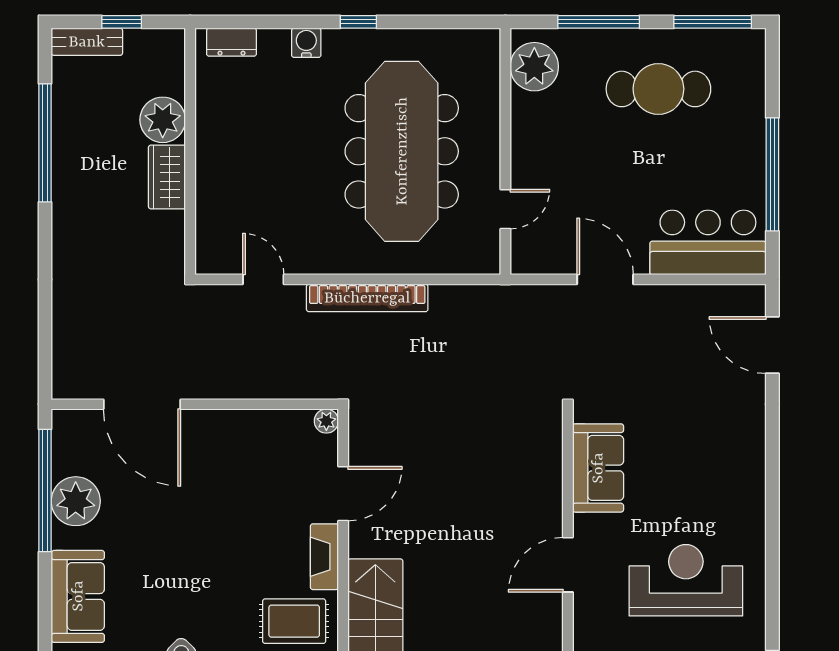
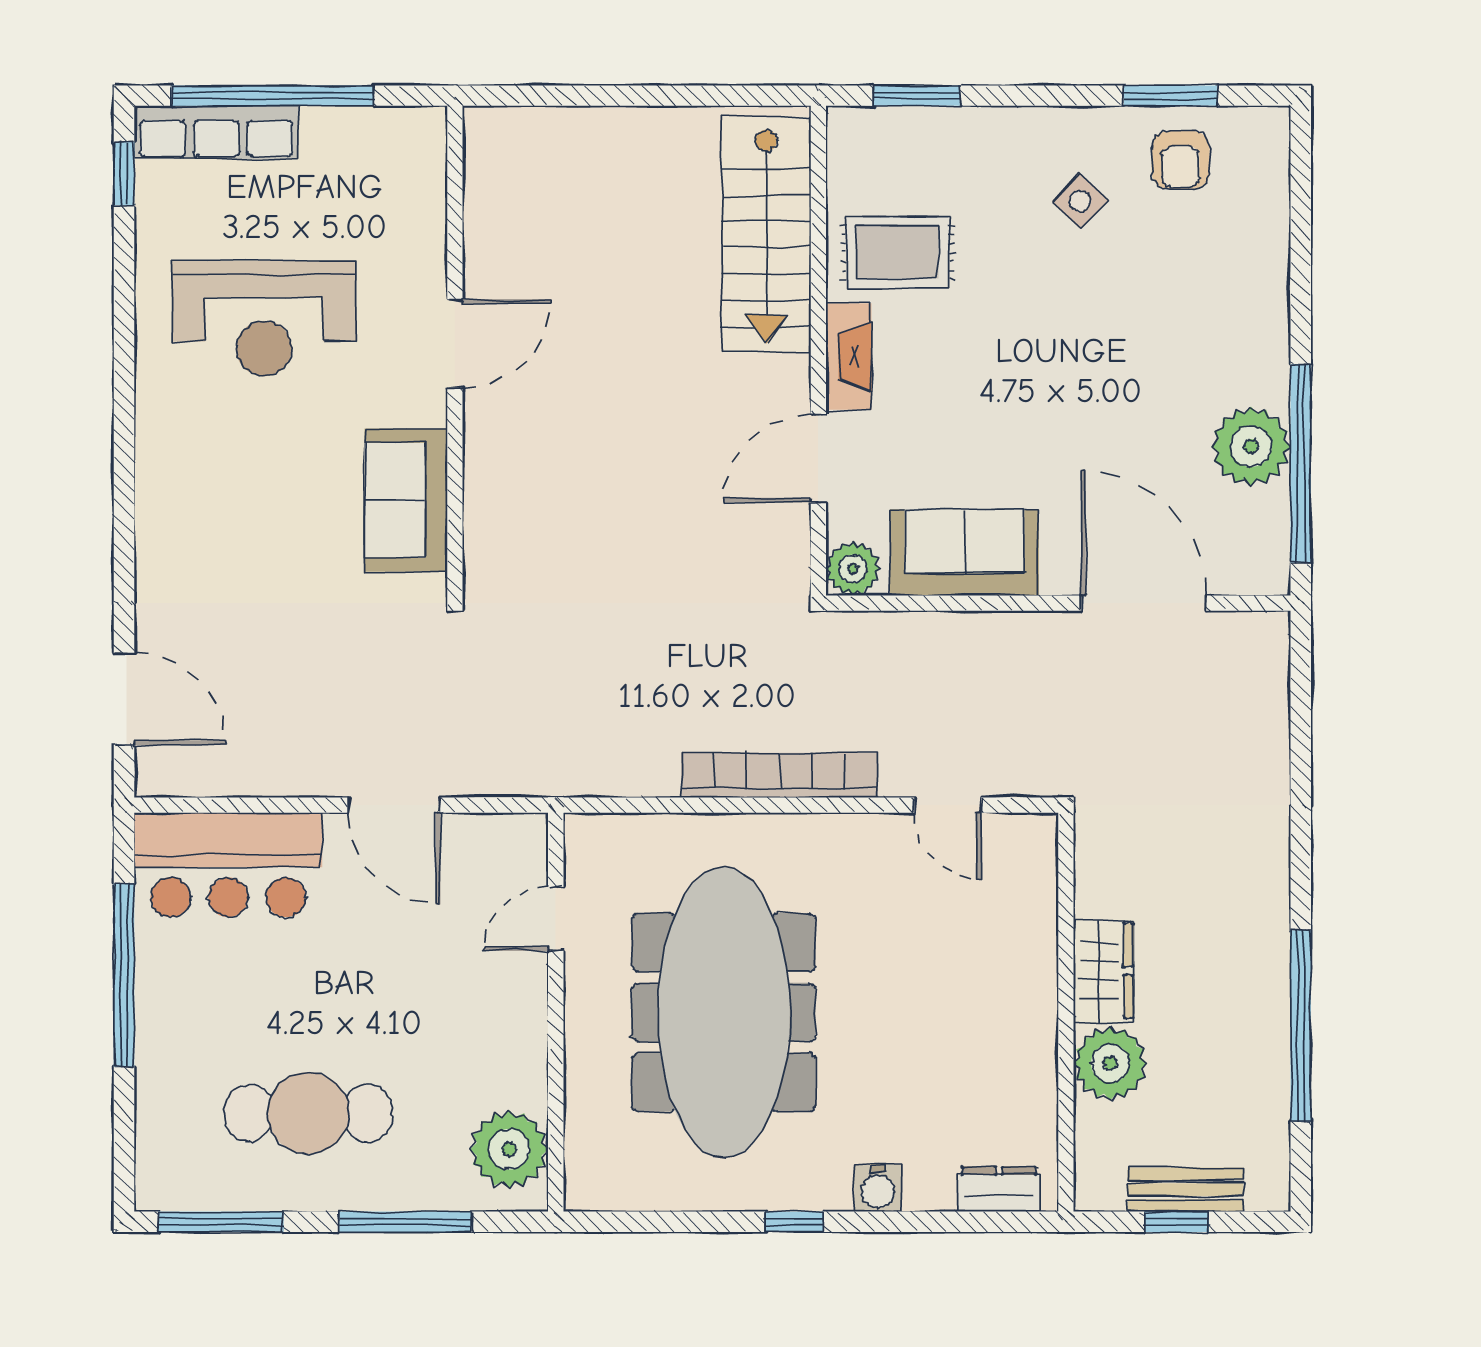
bench: (87, 42) -> (1185, 1190), moved
plant: (326, 421) -> (853, 569), width x1.38, depth x1.38
sofa: (78, 596) -> (964, 553), moved, turned 90

